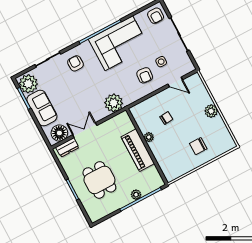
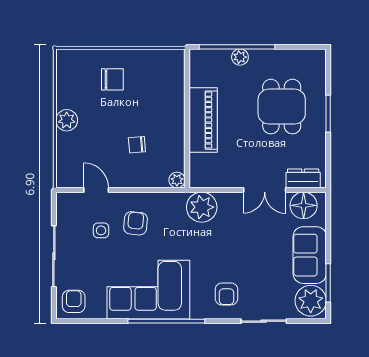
plant: (149, 137) -> (177, 180), moved

